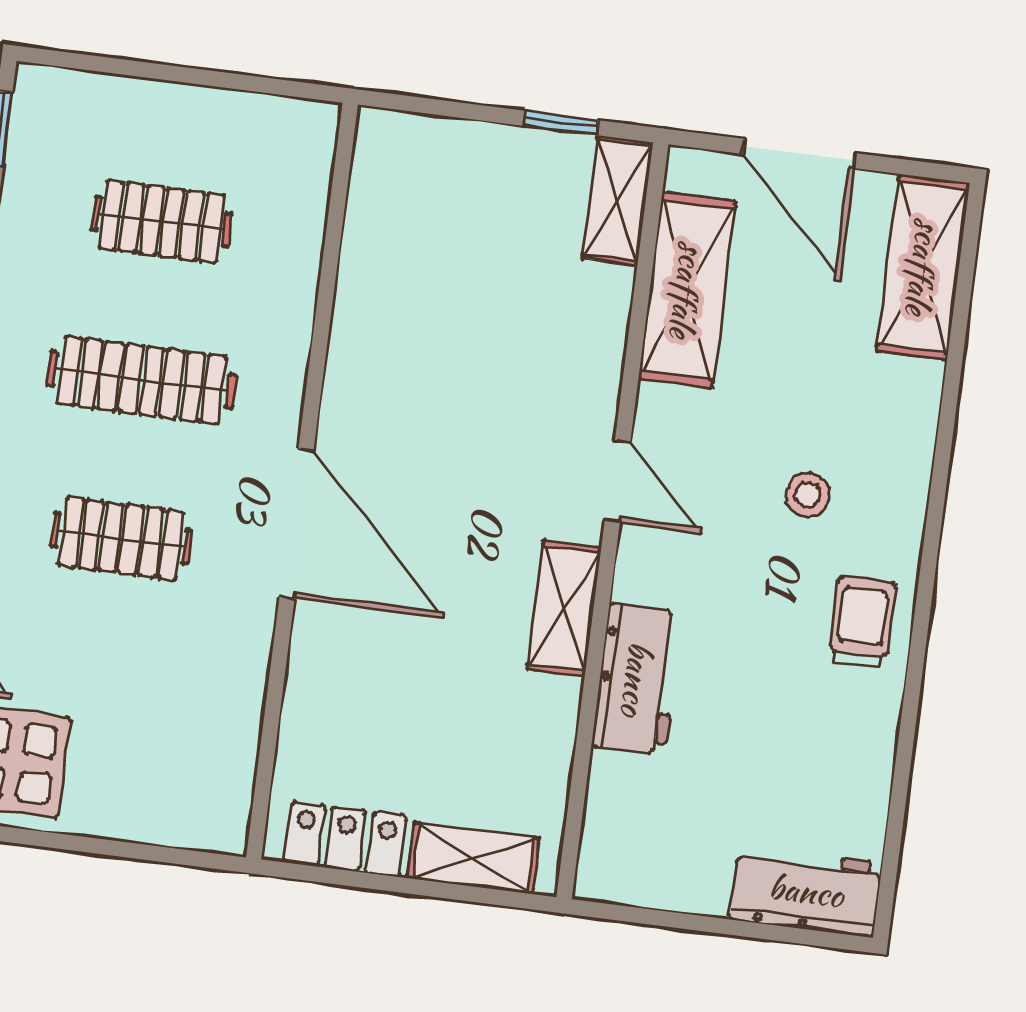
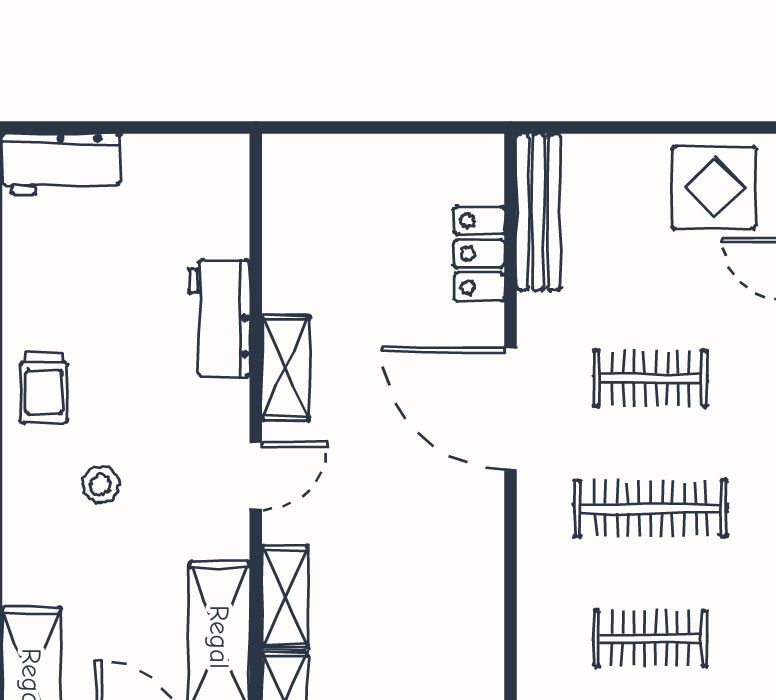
door: (617, 481) -> (256, 476), swing flipped
bench: (232, 759) -> (539, 212), added
locker: (345, 839) -> (479, 254), moved, turned 90
shelving: (473, 858) -> (285, 597), moved, turned 90

